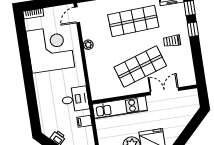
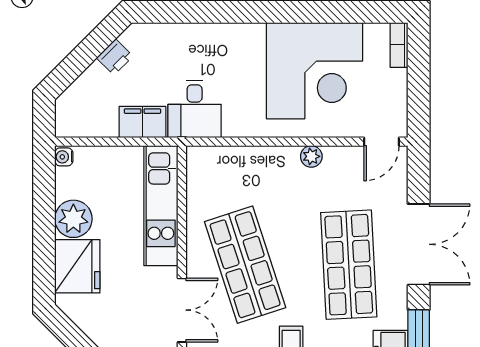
door: (77, 15) -> (382, 142), swing flipped
filing cabinet: (84, 121) -> (142, 122), width x2.00

